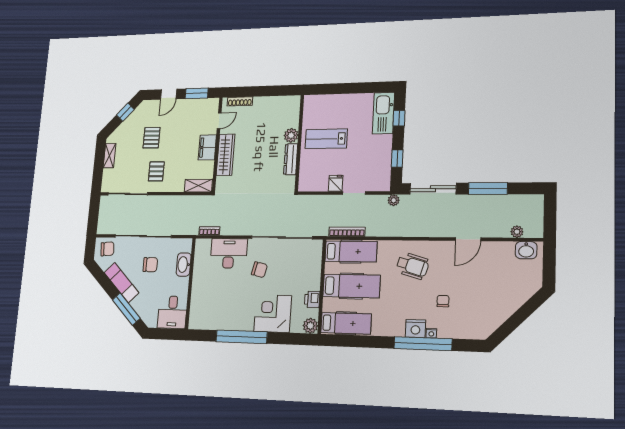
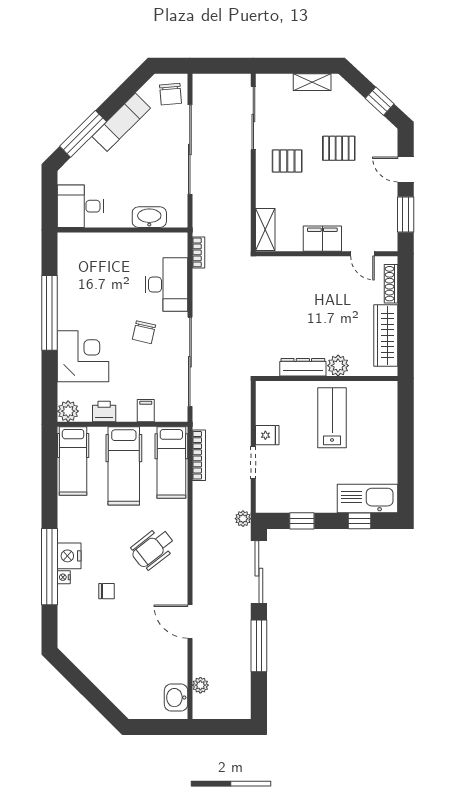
wardrobe: (226, 155) -> (386, 336), moved, turned 90
chair: (150, 265) -> (148, 165), removed
wheelchair: (413, 266) -> (153, 549), turned 36
filing cabinet: (313, 269) -> (146, 411), added

